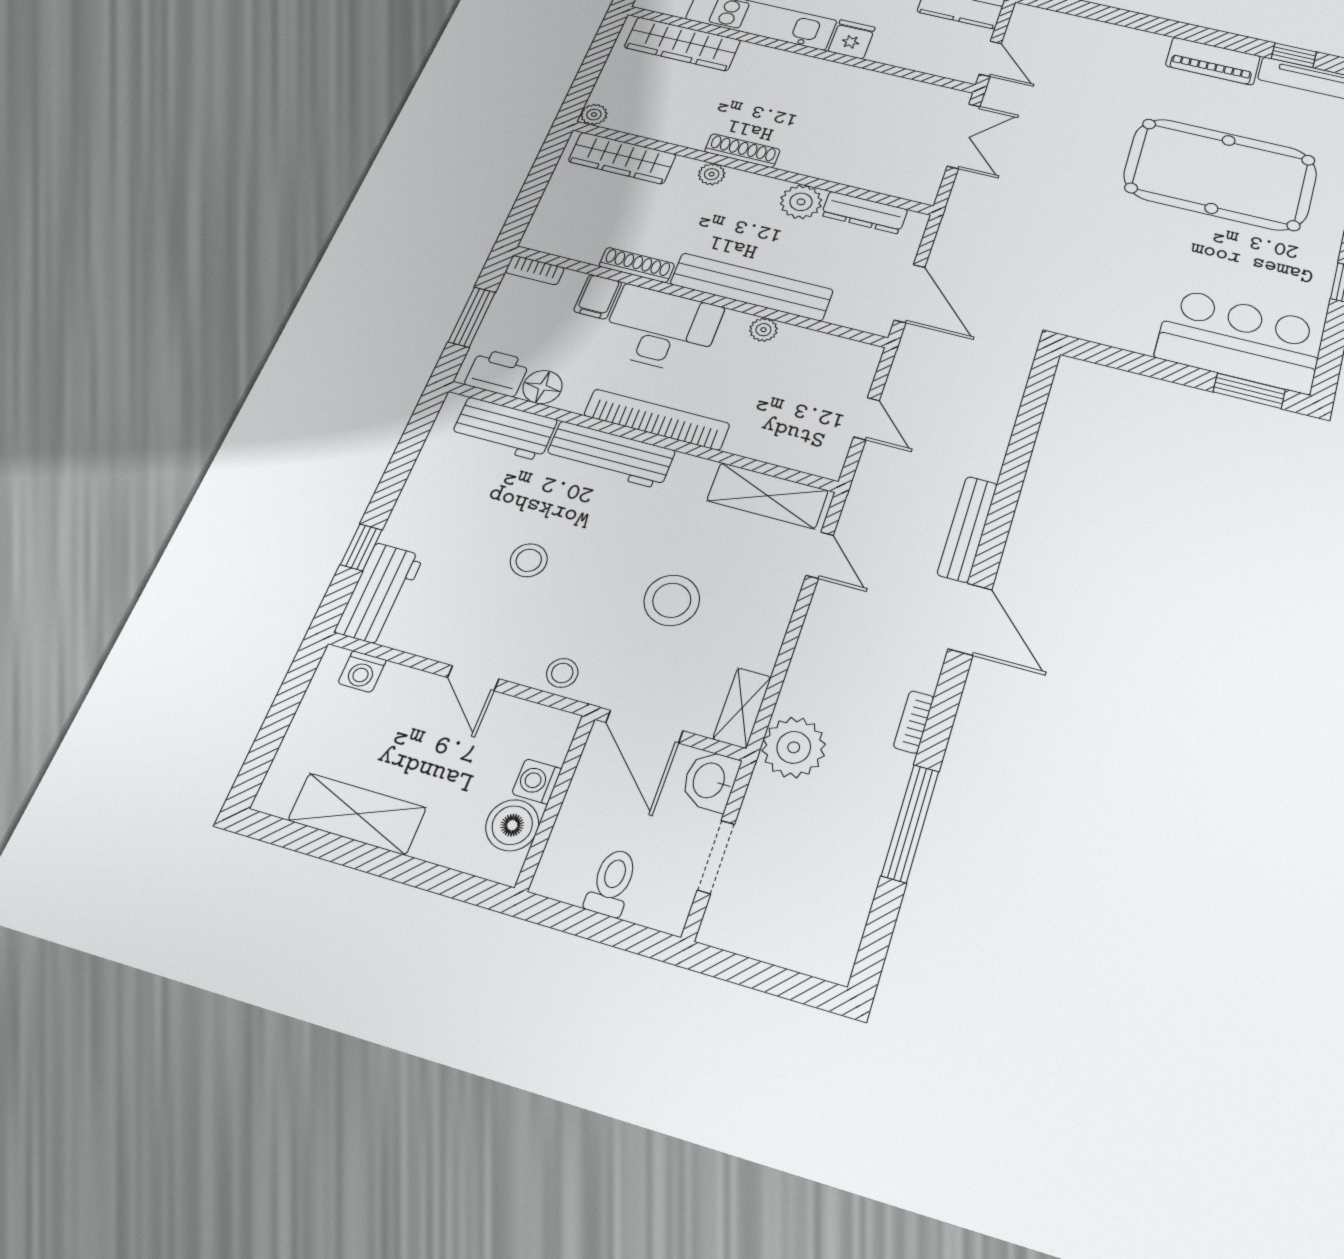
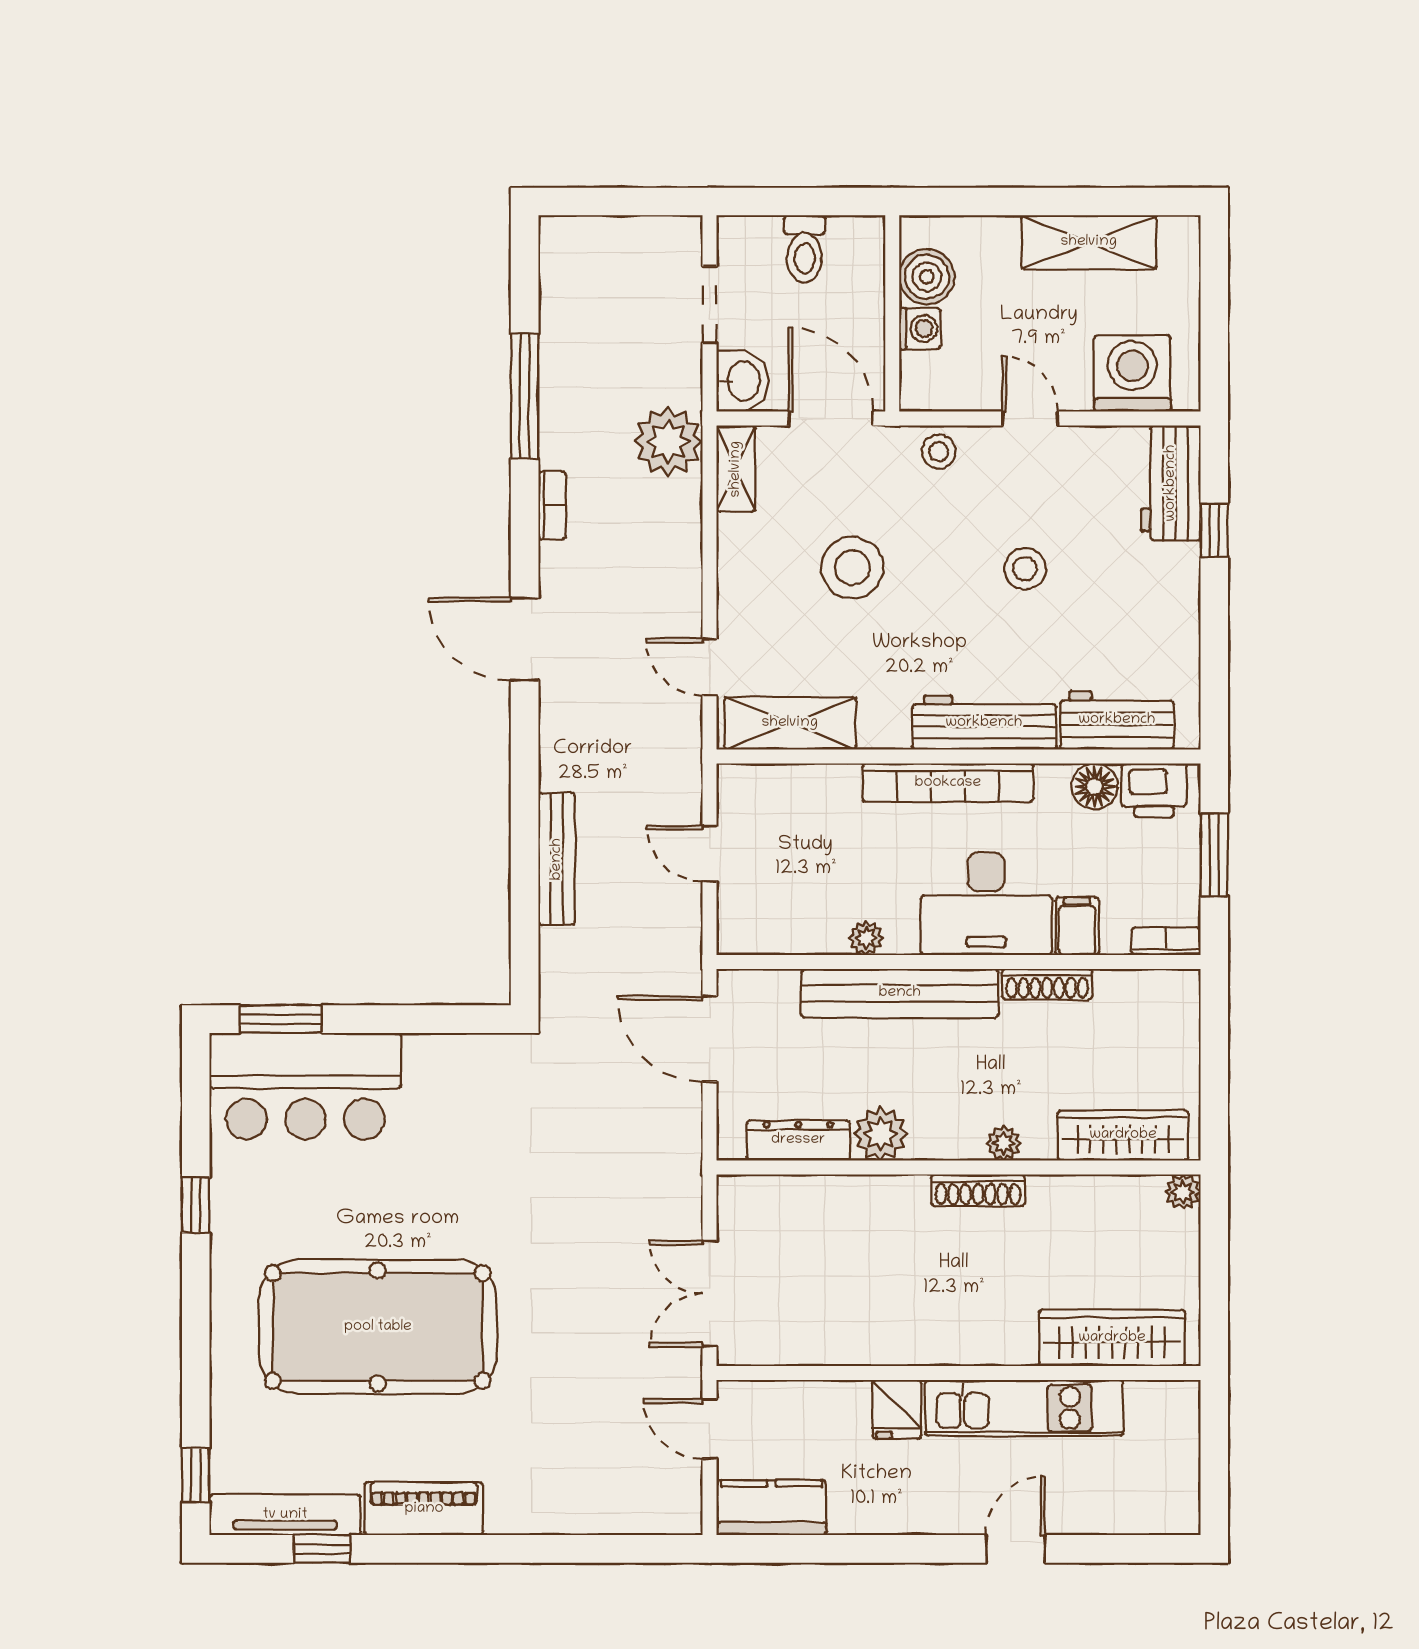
bench: (967, 529) -> (557, 859), moved
washing machine: (362, 672) -> (1132, 373), width x1.89, depth x1.89

